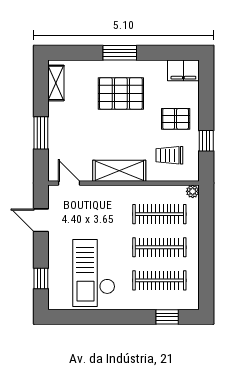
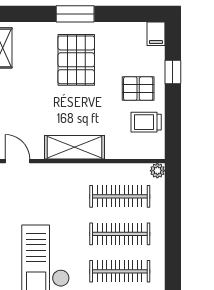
filing cabinet: (183, 70) -> (156, 34), width x0.50
pallet: (121, 93) -> (76, 60), turned 90
window: (206, 141) -> (173, 72), moved
trolley: (169, 155) -> (146, 122), moved

